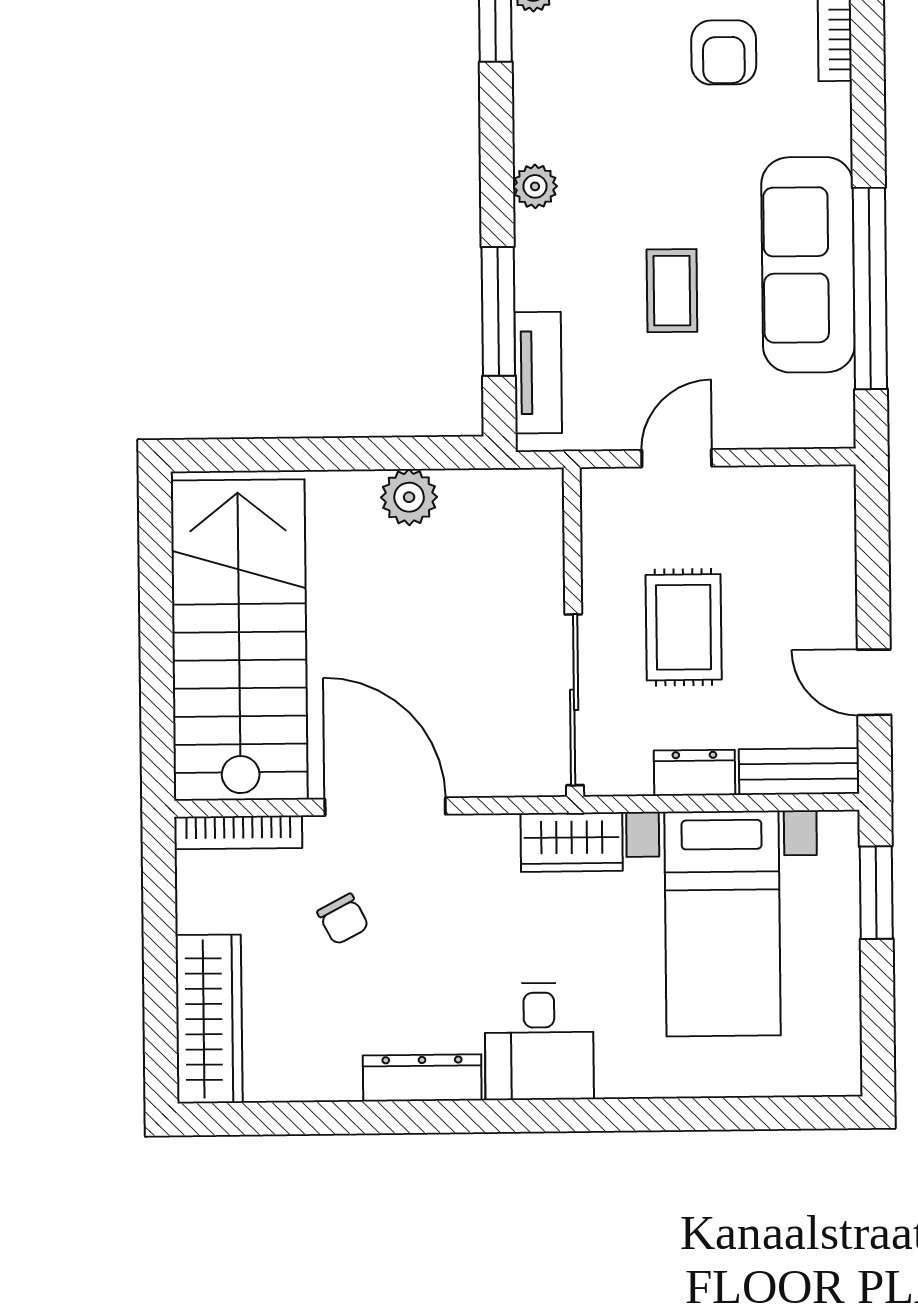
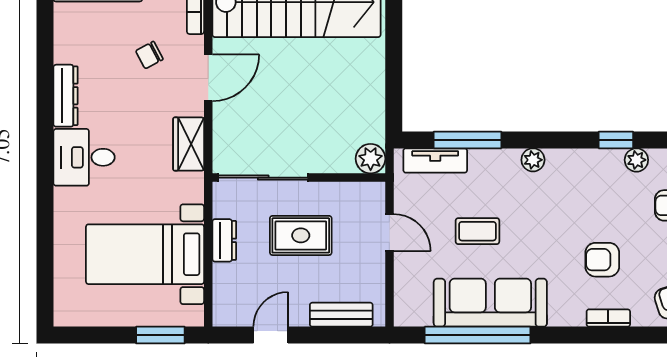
plant: (409, 497) -> (371, 159), moved
bench: (799, 771) -> (341, 315), moved, turned 90
door: (385, 807) -> (208, 78), width x0.73
wardrobe: (572, 842) -> (189, 144), moved

